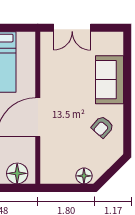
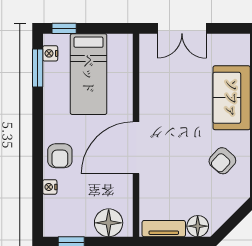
tv unit: (59, 178) -> (164, 229), added

